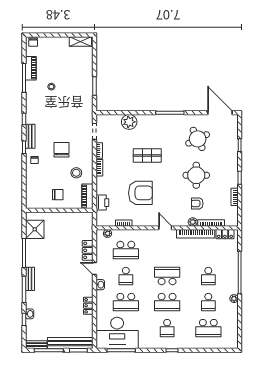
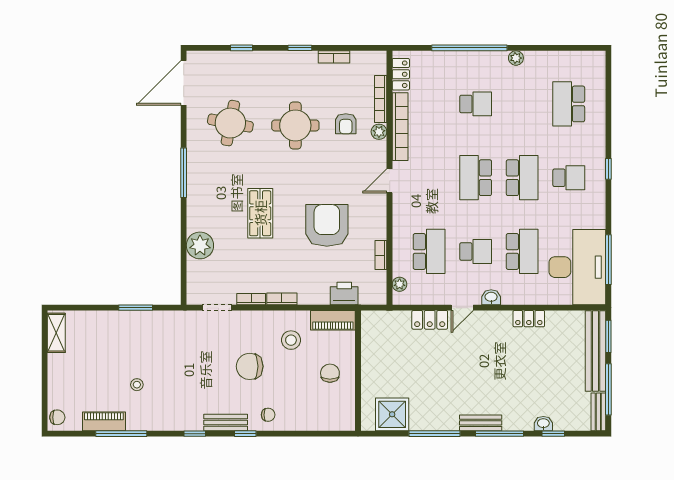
round table: (198, 139) -> (230, 123), turned 37
school desk: (208, 302) -> (522, 104), removed
school desk: (208, 328) -> (569, 104), turned 180

